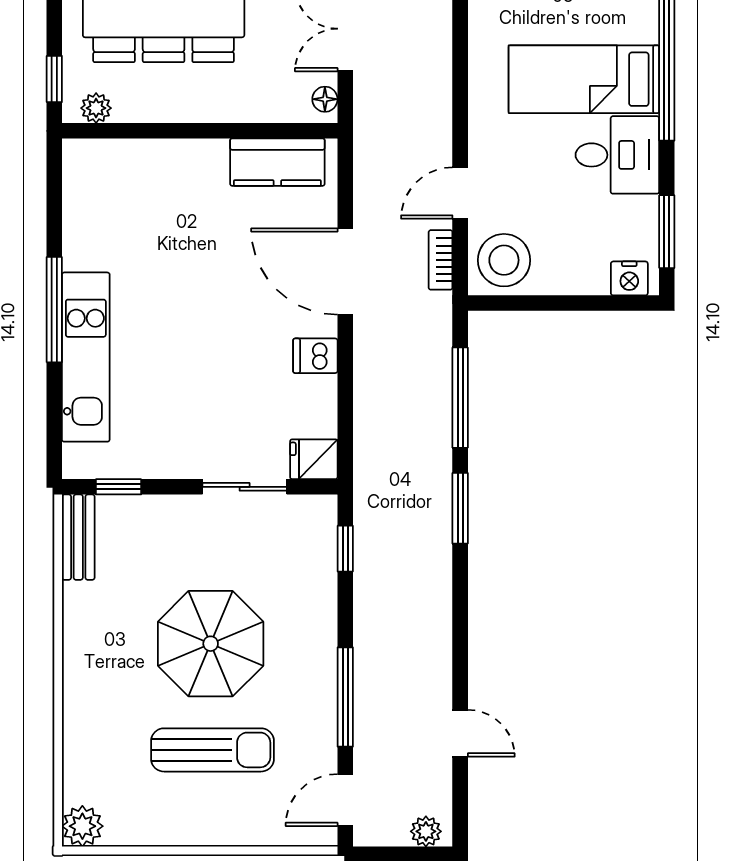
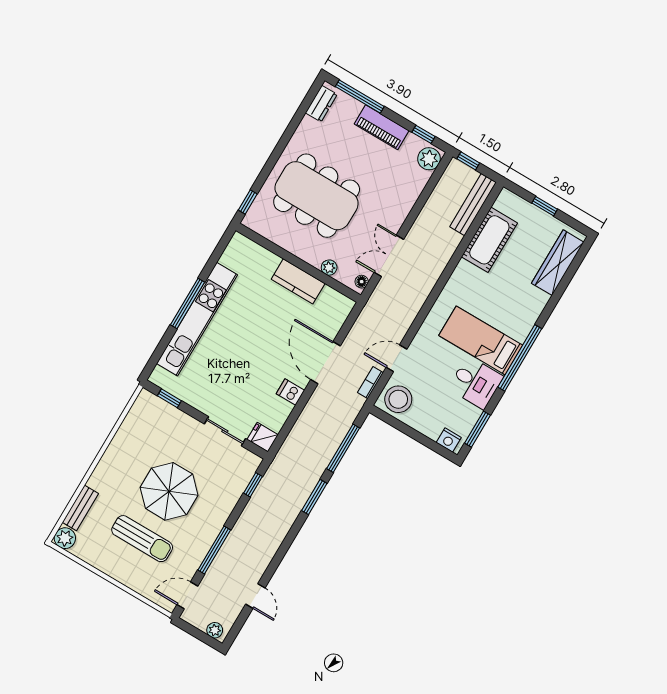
plant: (96, 108) -> (329, 268), moved
kitchen counter: (277, 162) -> (298, 281), moved
kitchen unit: (86, 357) -> (197, 319), width x1.36
bench: (78, 537) -> (80, 508), moved

